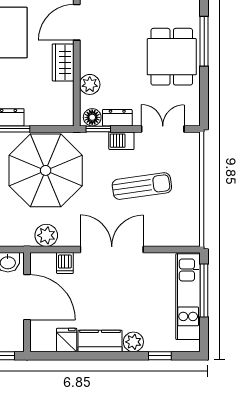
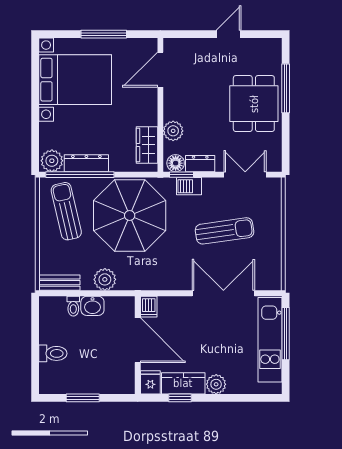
wardrobe: (63, 62) -> (147, 145), moved
barbecue: (121, 141) -> (189, 186), moved
plant: (46, 235) -> (105, 279), moved
double door: (112, 249) -> (223, 293), moved
door: (27, 297) -> (138, 340), moved
wall: (27, 302) -> (138, 345), moved
window: (160, 356) -> (180, 398), moved

